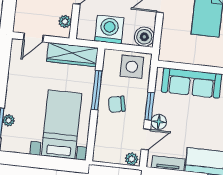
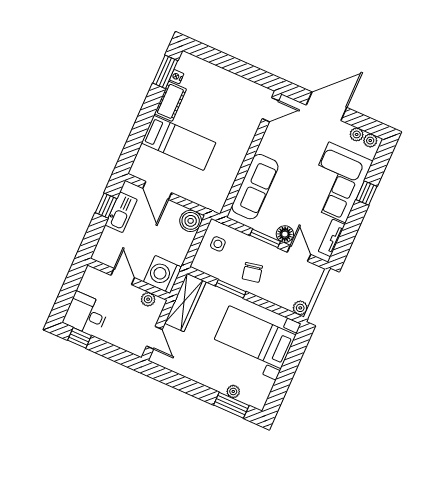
washing machine: (109, 29) -> (163, 274), moved
side table: (132, 67) -> (218, 244), width x0.54, depth x0.54
window: (97, 90) -> (231, 289), width x0.69
plant: (132, 159) -> (300, 308), moved

